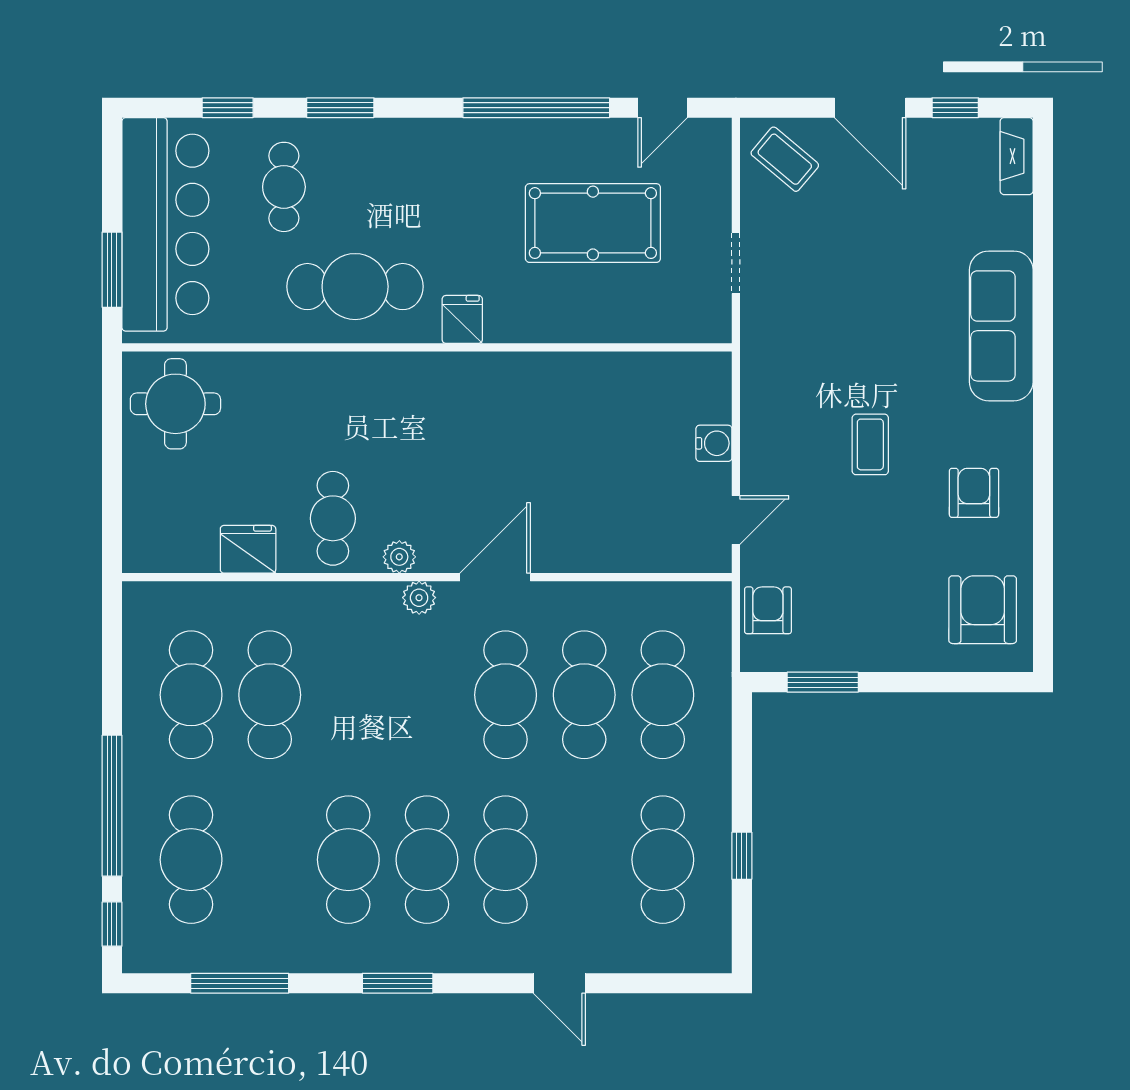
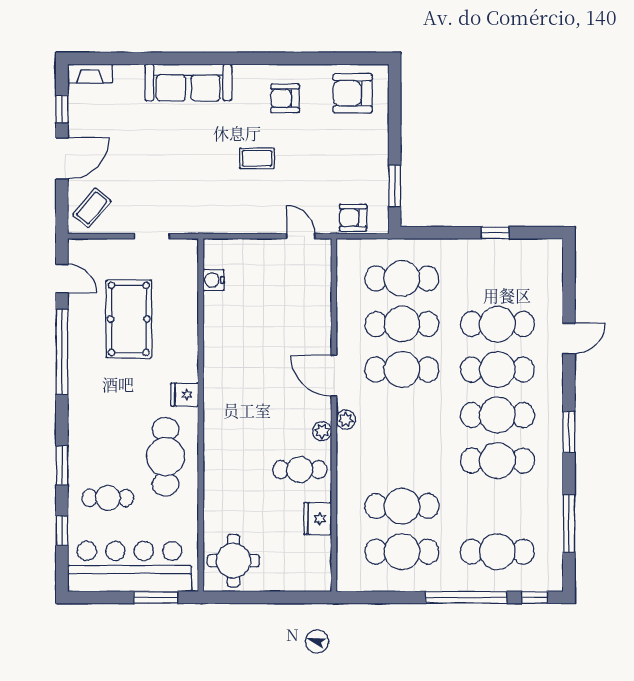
water cooler: (714, 443) -> (214, 280), moved, turned -90
cafe table: (663, 860) -> (497, 324), moved

